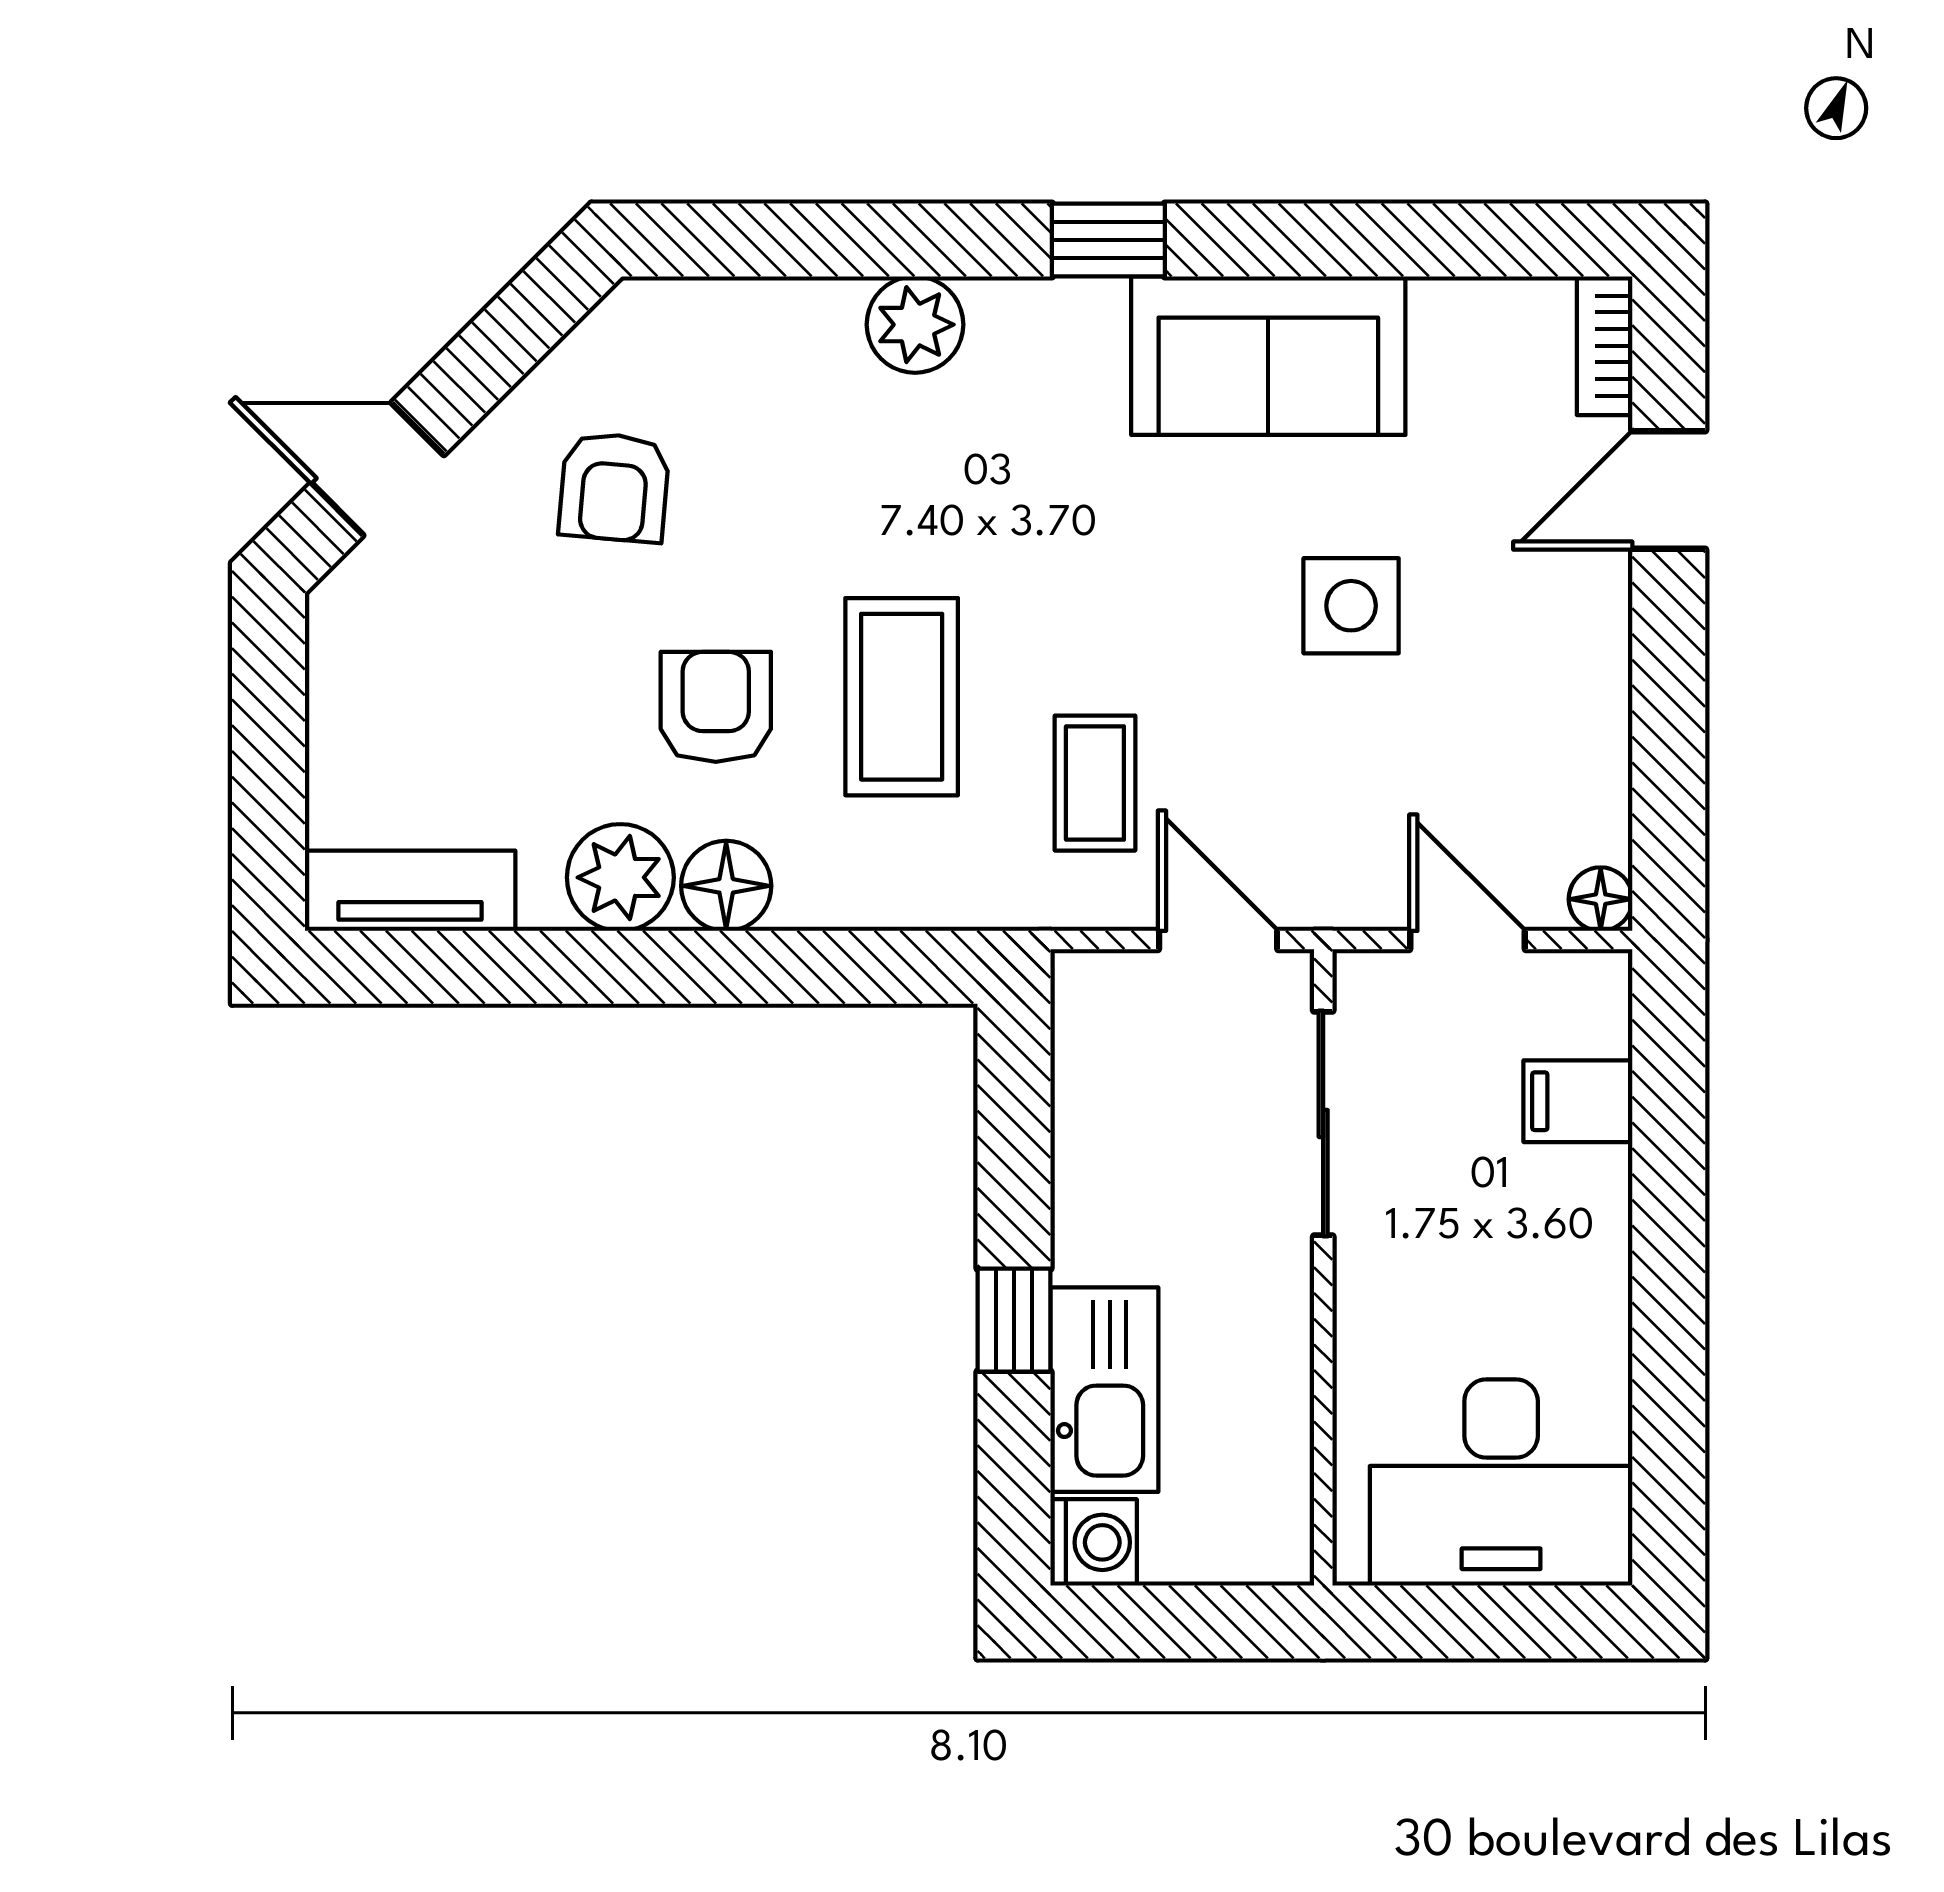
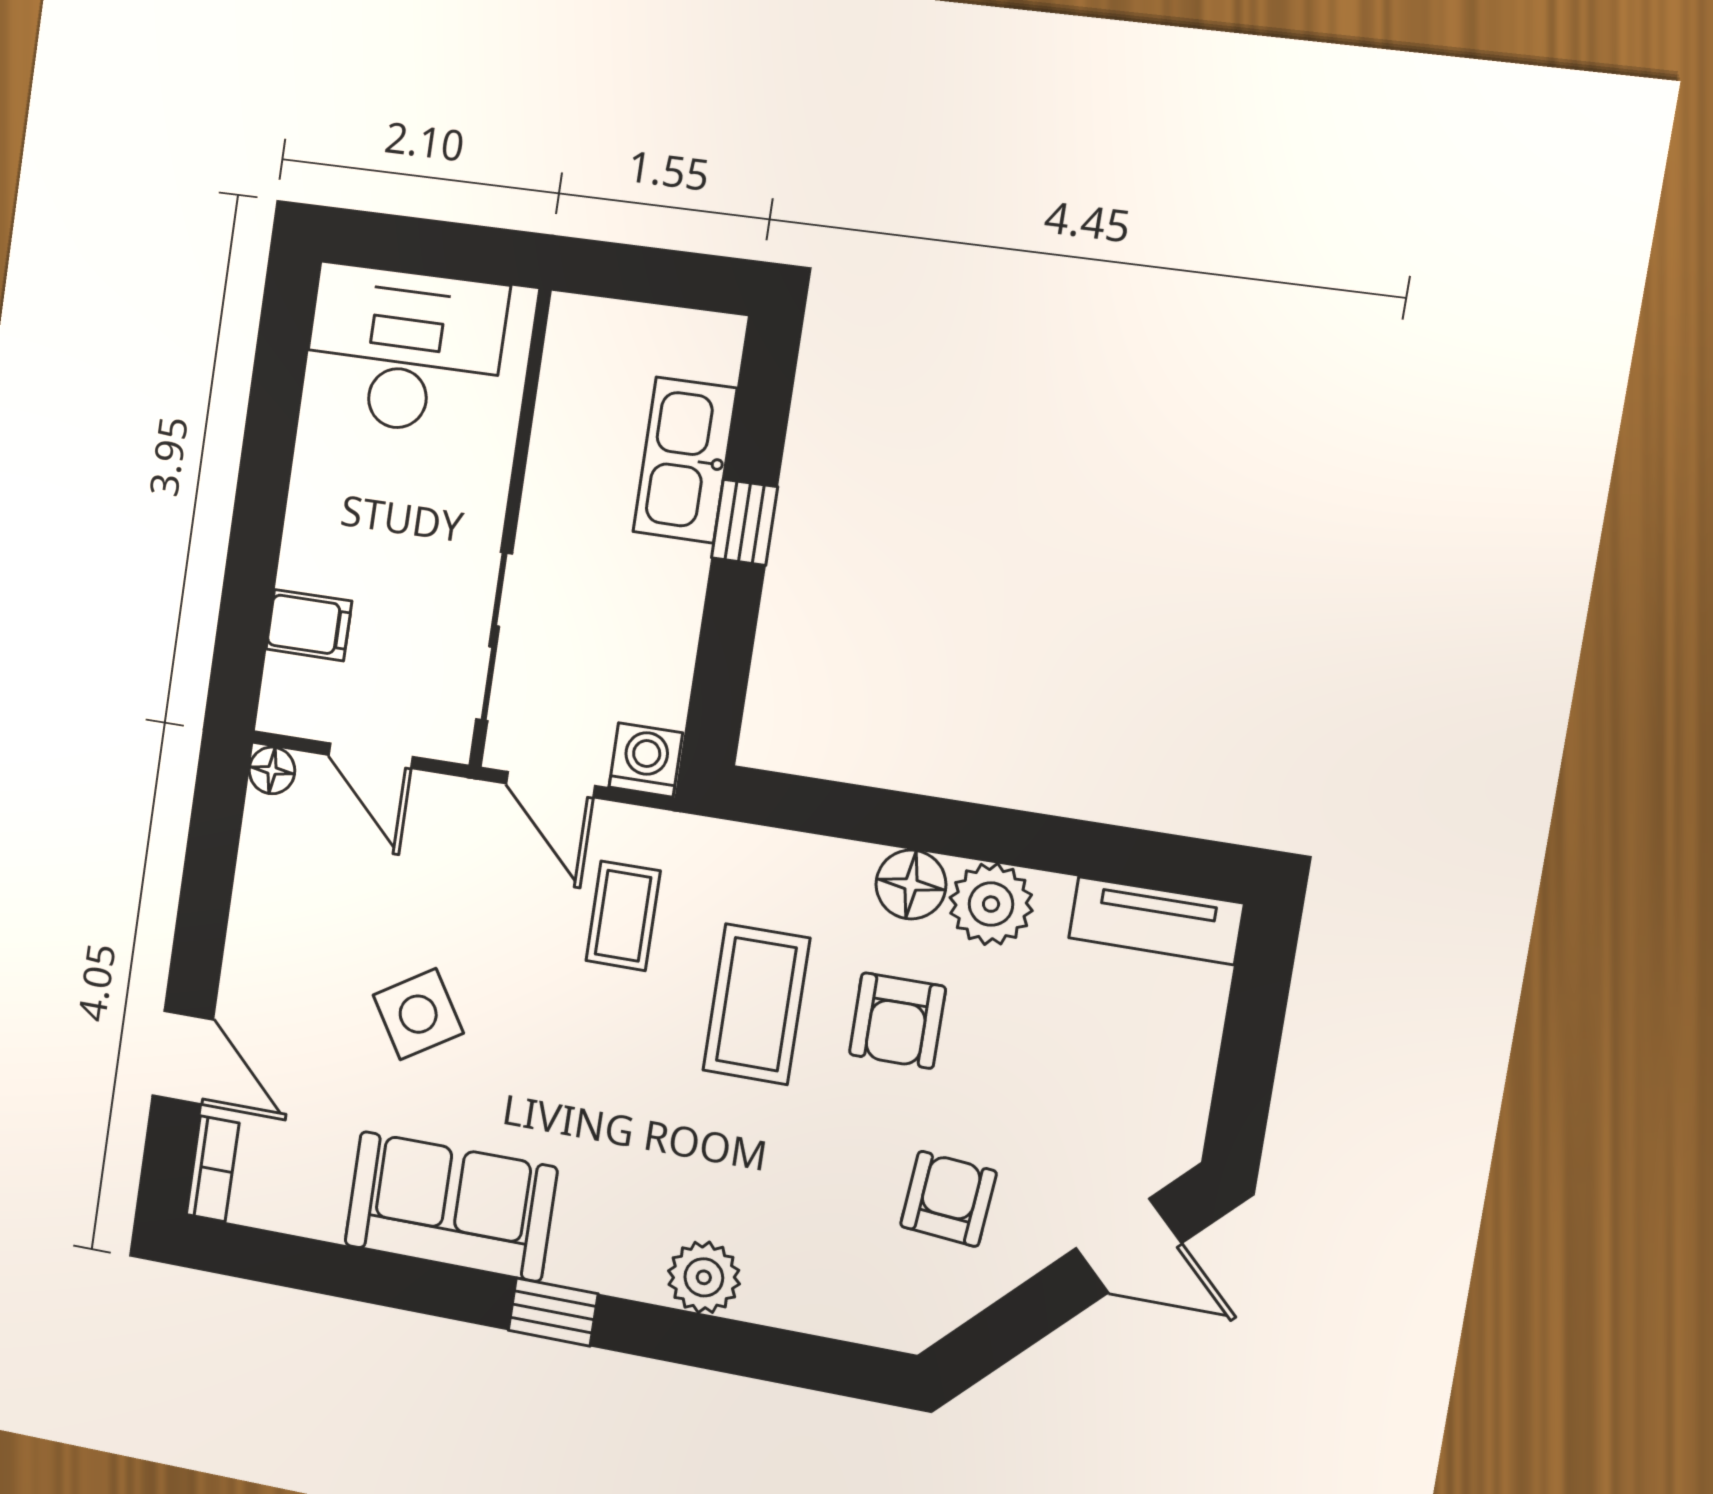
door: (1669, 490) -> (183, 1058), hinge flipped
side table: (1351, 606) -> (418, 1014), turned -32
washing machine: (1094, 1542) -> (646, 760), moved, turned 90

